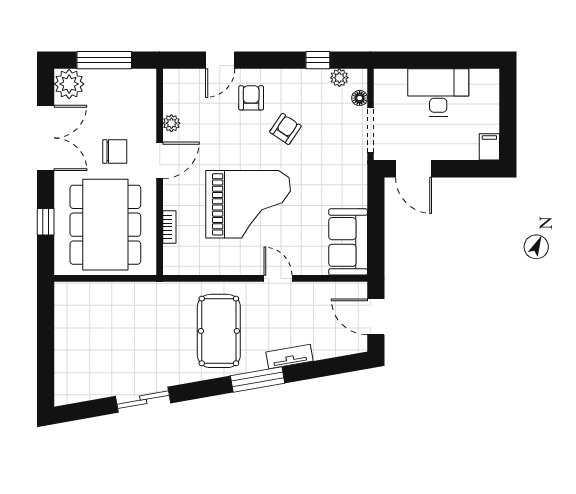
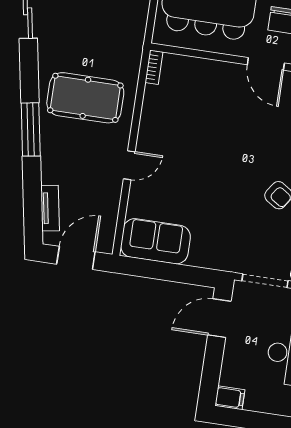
grand piano: (248, 204) -> (208, 146), removed
bookcase: (169, 227) -> (154, 67), moved, turned -90
tv unit: (289, 357) -> (50, 208), moved

